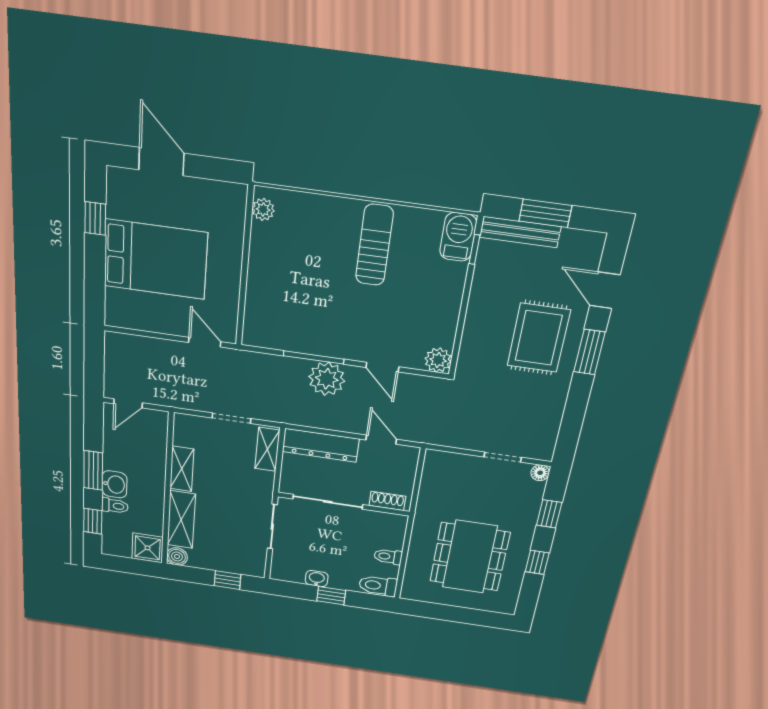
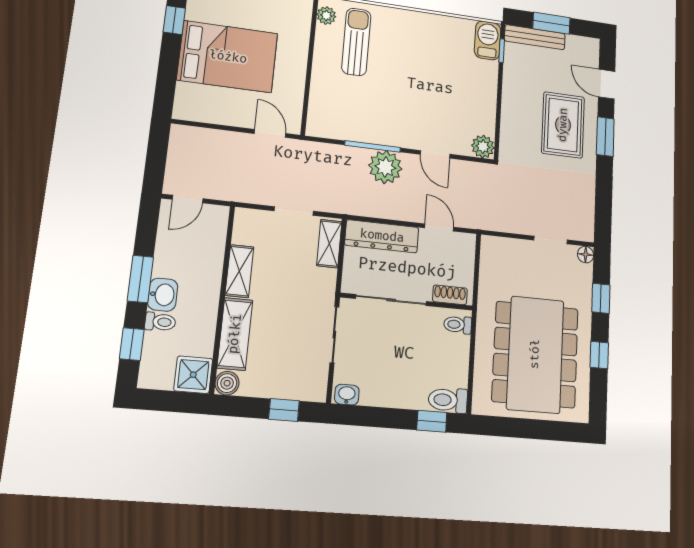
sun lounger: (374, 245) -> (356, 42), moved
toilet: (388, 557) -> (458, 325), moved
dining table: (470, 557) -> (535, 354), width x1.36, depth x1.24
washbasin: (317, 579) -> (347, 395), moved
window: (331, 596) -> (432, 421), moved

